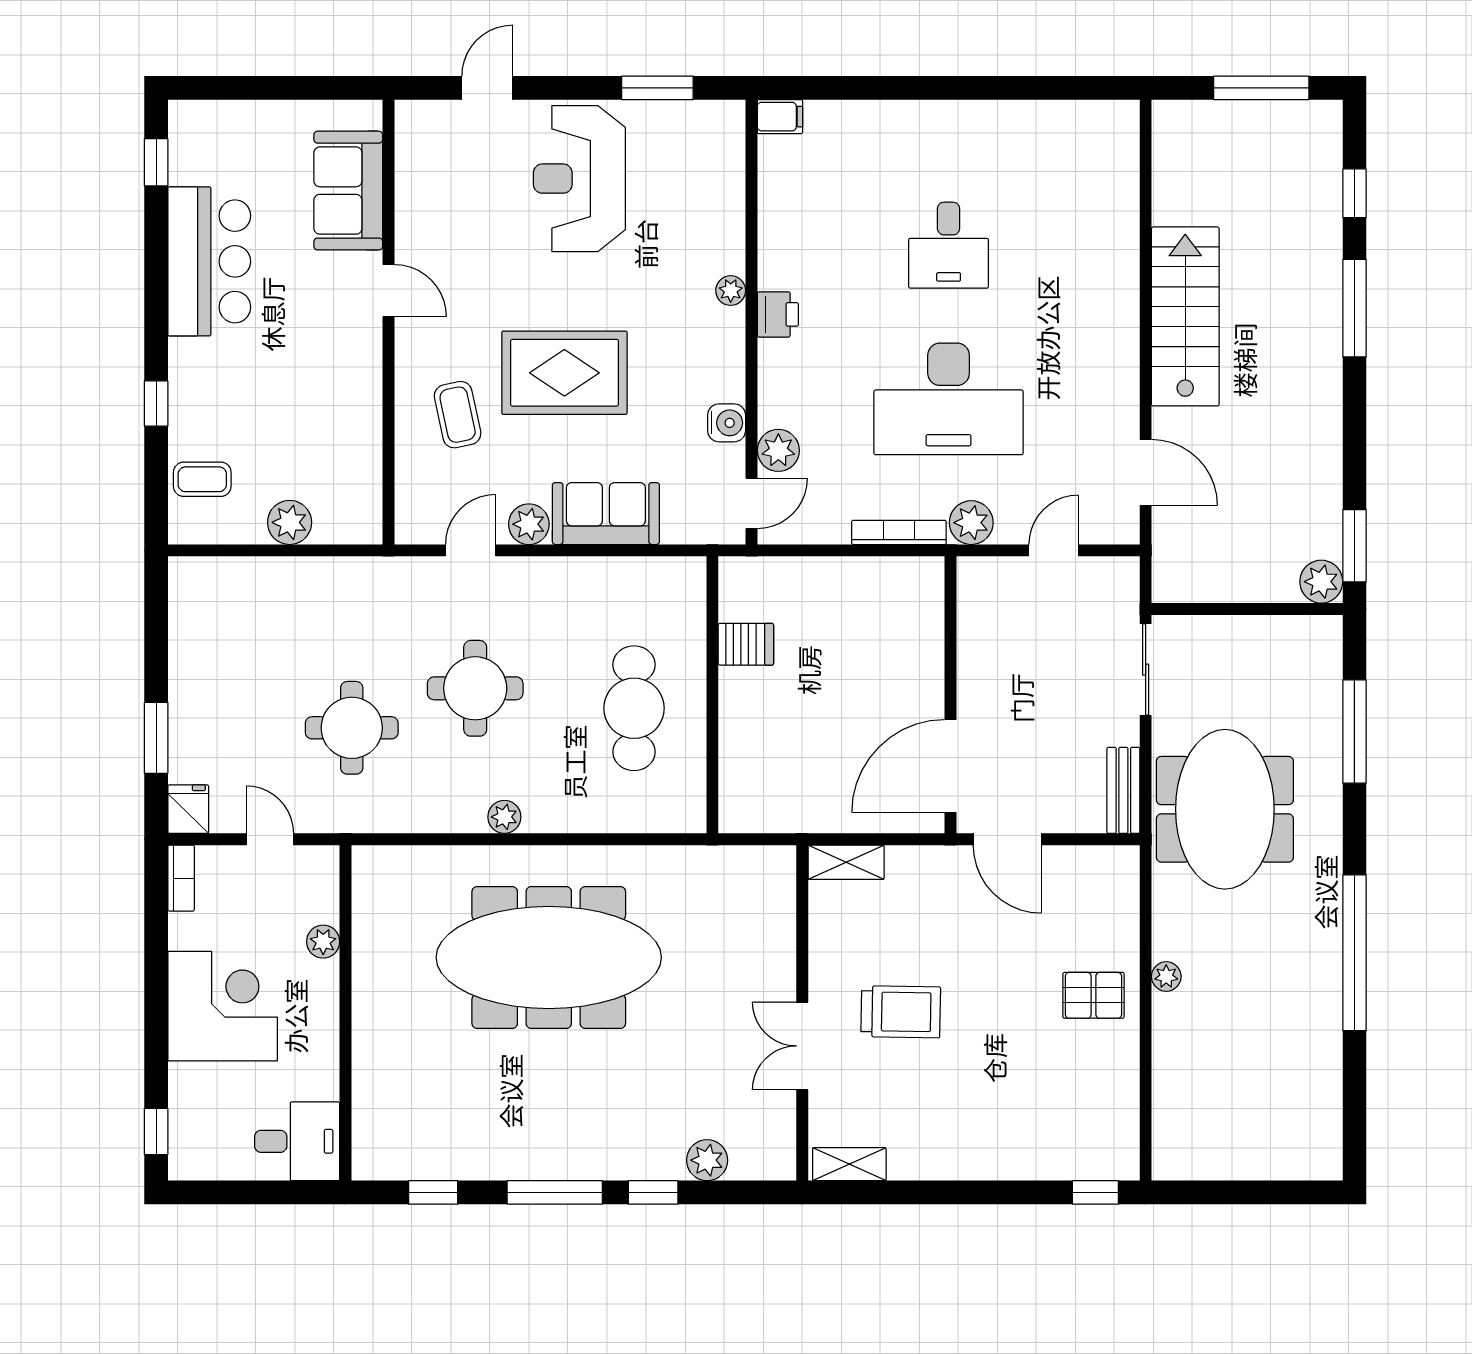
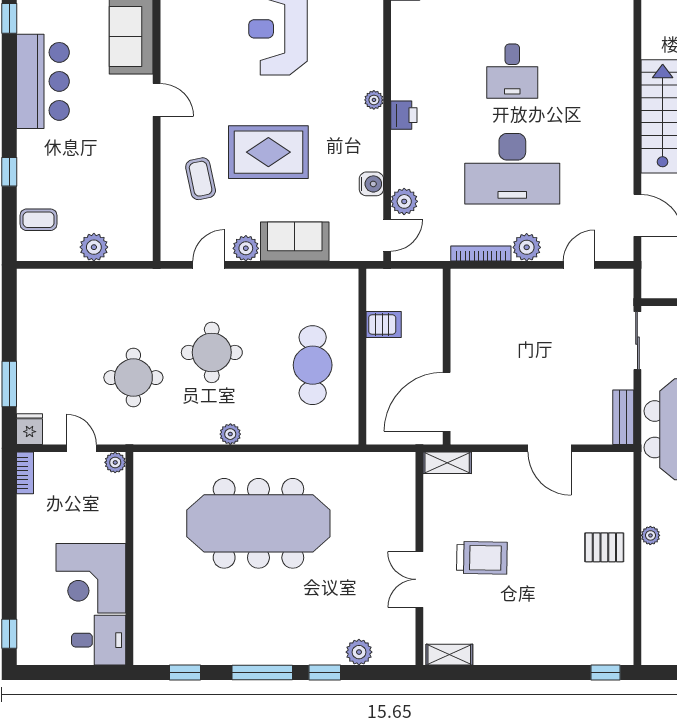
wall: (950, 695) -> (447, 357), moved
door: (950, 766) -> (447, 402), moved
plant: (323, 942) -> (115, 462), moved
corner desk: (223, 1006) -> (91, 578), moved, turned 180

